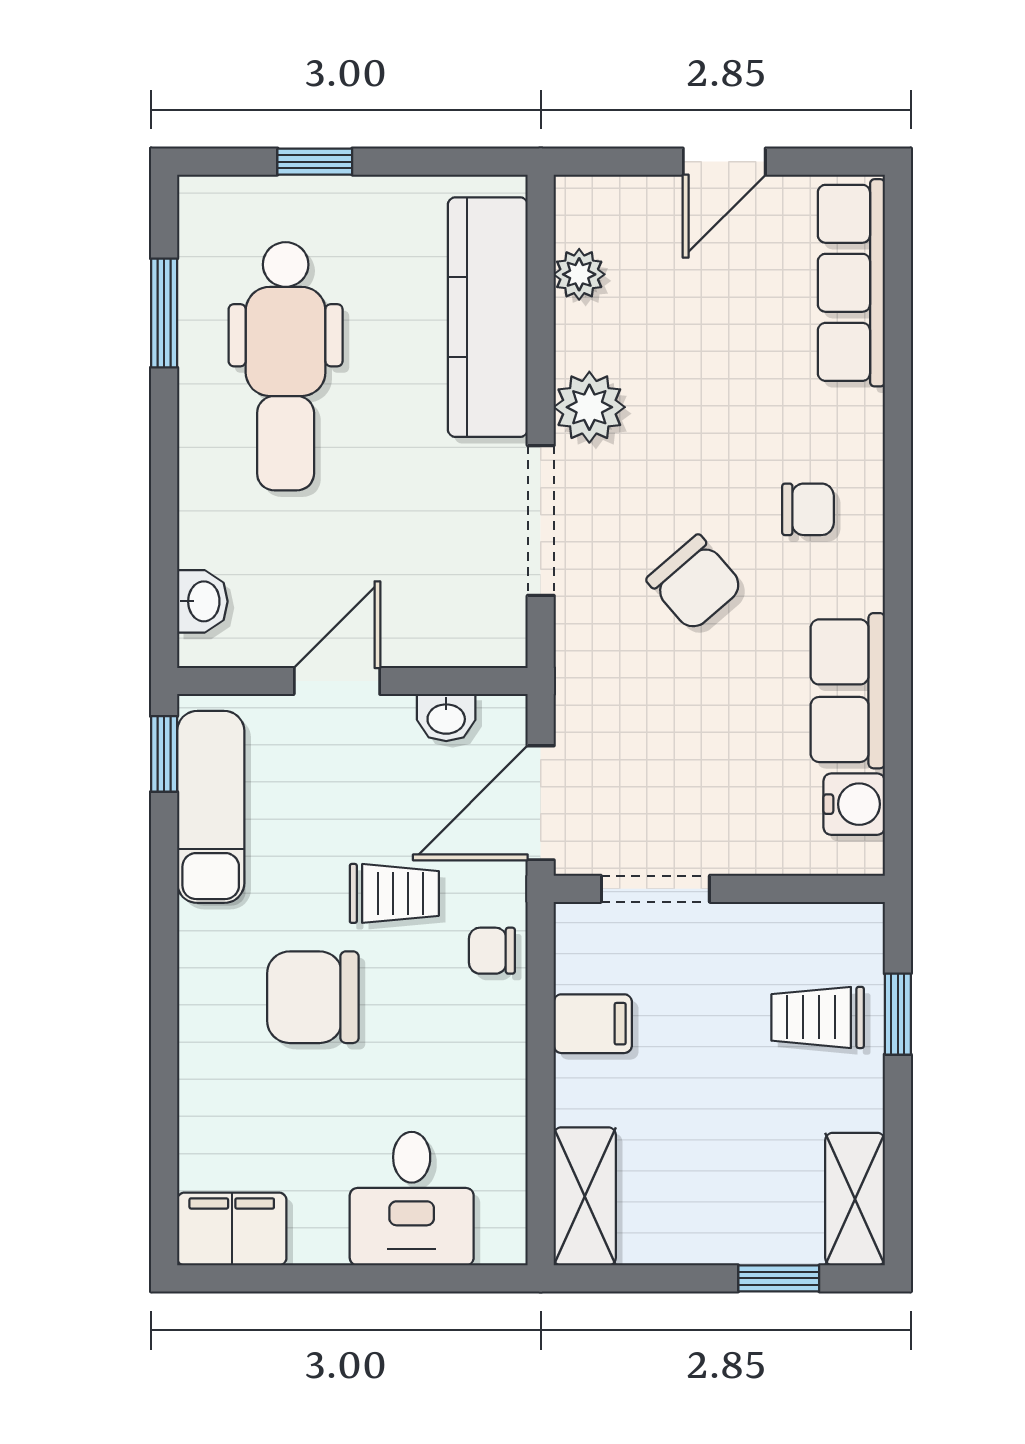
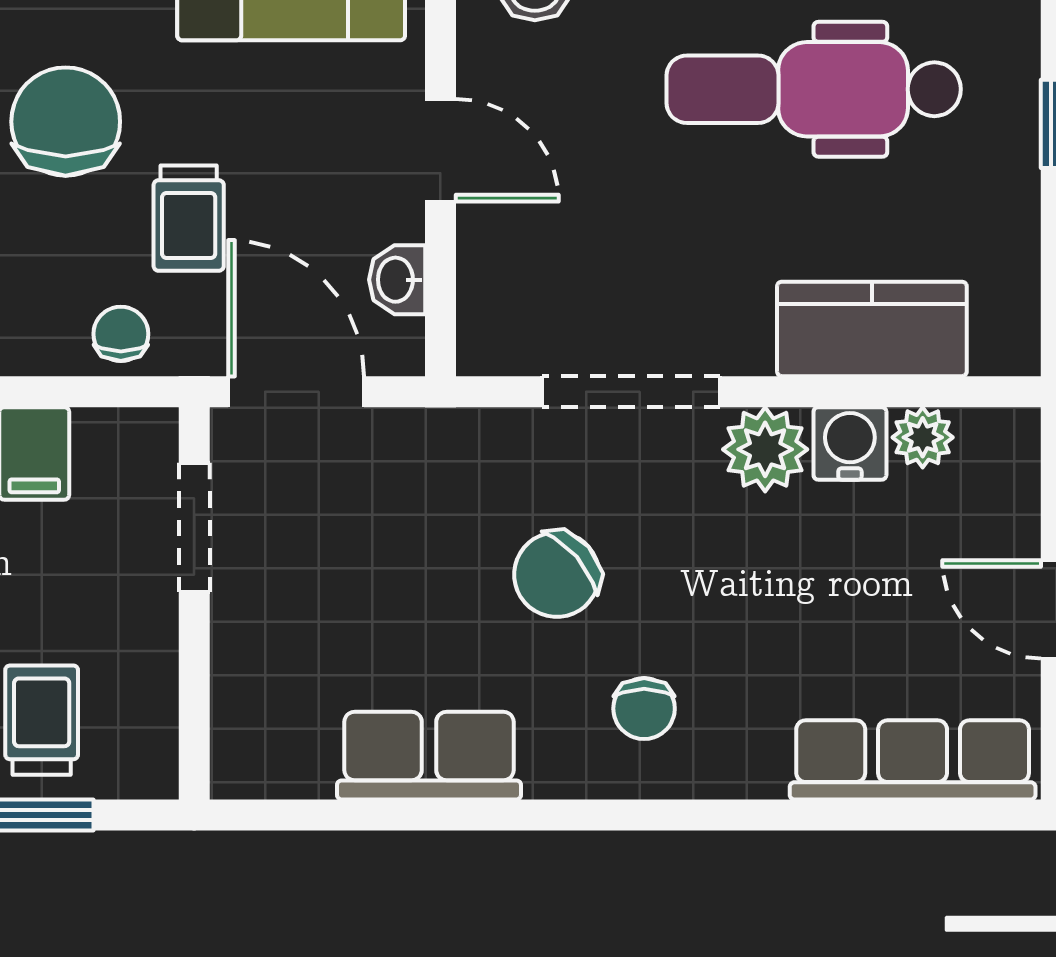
kitchen counter: (488, 317) -> (872, 329), width x0.67
water cooler: (854, 804) -> (850, 443), moved, turned 180

